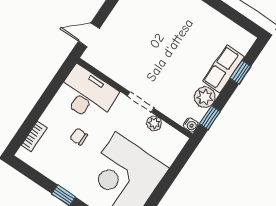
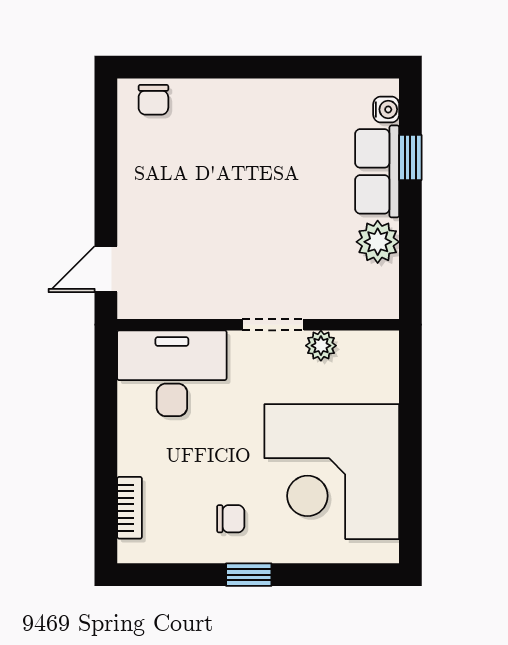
window: (210, 118) -> (410, 271), removed
water cooler: (191, 125) -> (386, 109), moved
chair: (79, 137) -> (231, 519), moved, turned 180

